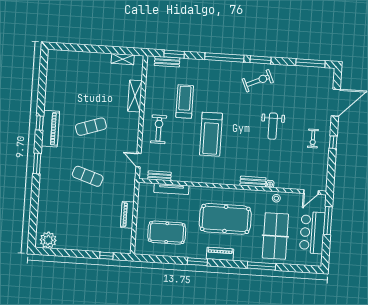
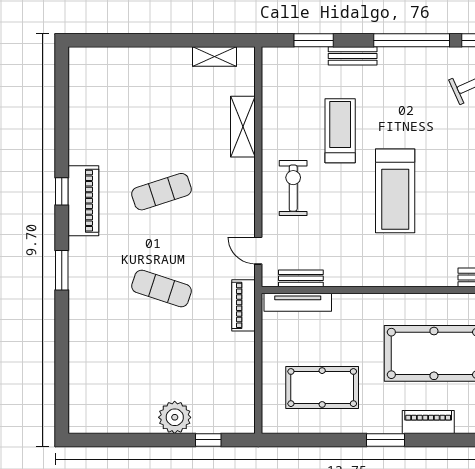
bench: (167, 62) -> (353, 56), moved
tv unit: (171, 189) -> (298, 302), moved
piano: (127, 215) -> (244, 305), moved
plant: (48, 240) -> (175, 417), moved

